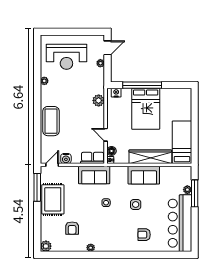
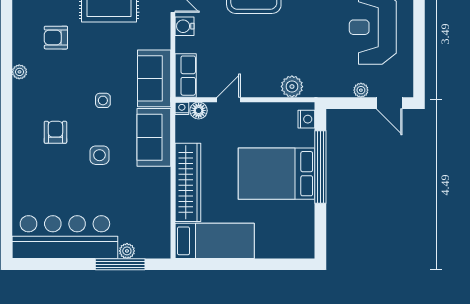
sofa: (144, 175) -> (154, 137), moved
armchair: (144, 235) -> (55, 132), moved

